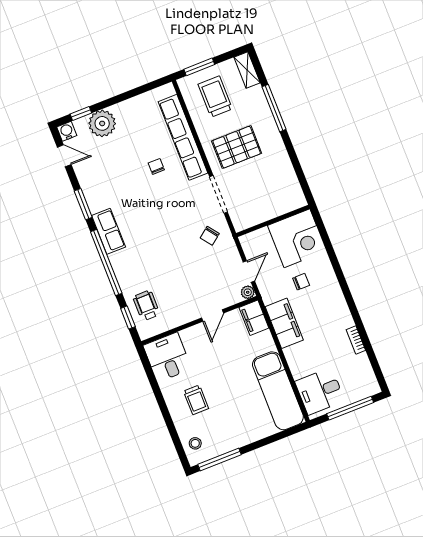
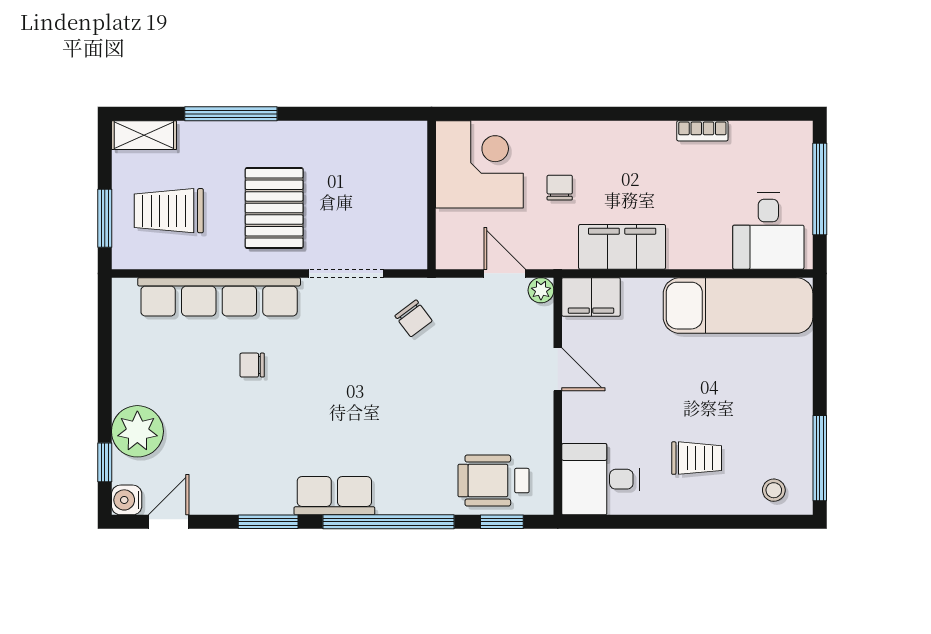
wheelchair: (146, 306) -> (493, 481), width x1.36, depth x1.37

